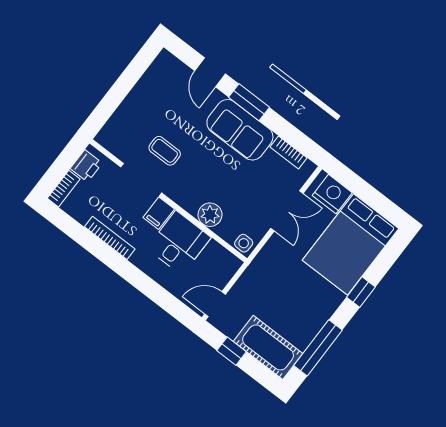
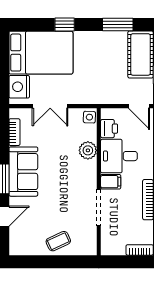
coffee table: (165, 151) -> (58, 241), moved, turned 65
printer: (86, 166) -> (109, 129), moved, turned 90
double door: (287, 211) -> (50, 106), swing flipped
window: (318, 348) -> (118, 24), width x0.69

